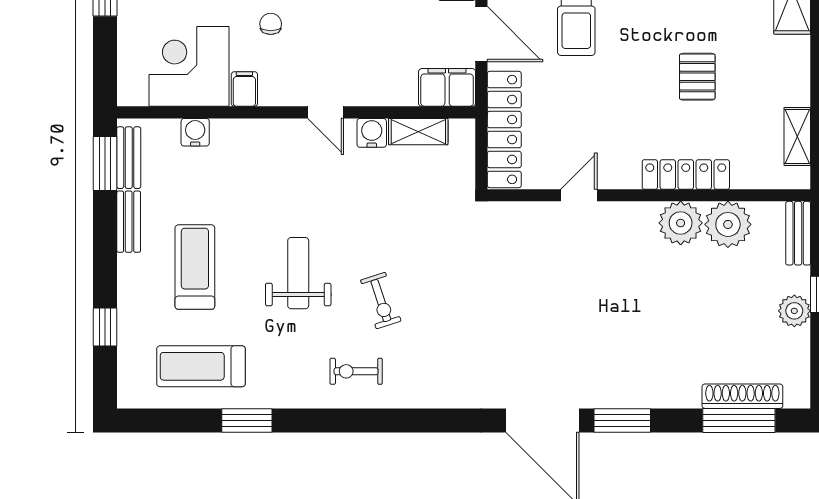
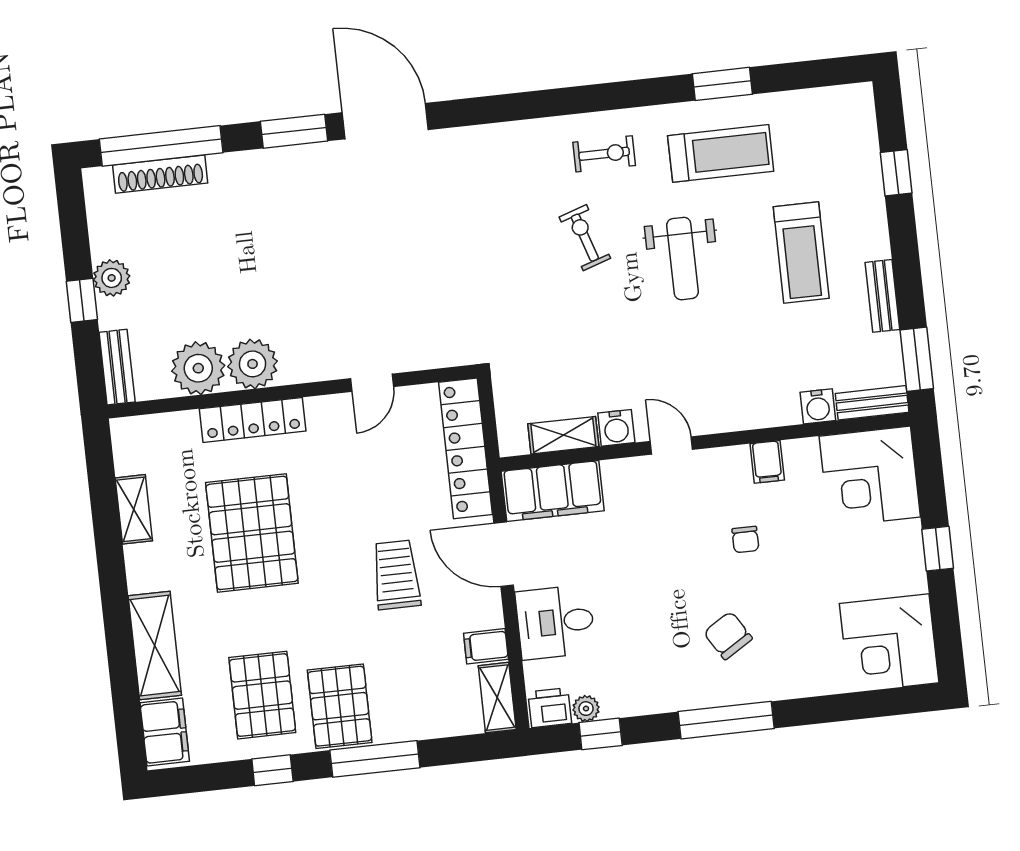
corner desk: (189, 66) -> (870, 477), moved, turned 90
pallet: (697, 77) -> (252, 533), width x2.05, depth x2.00
filing cabinet: (447, 87) -> (553, 491), width x1.50, depth x1.17
shelving: (797, 136) -> (134, 509), moved
bench: (129, 158) -> (872, 403), moved, turned 90
treadmill: (201, 366) -> (721, 153), moved
window: (739, 421) -> (161, 146), width x1.46

